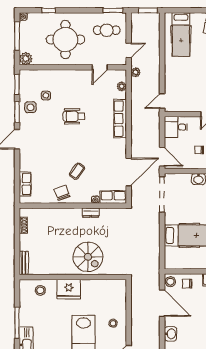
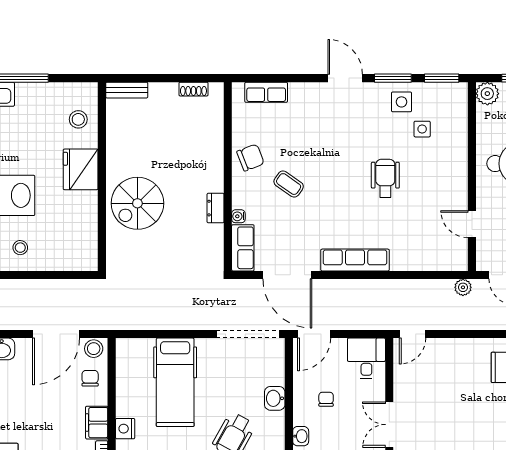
plant: (122, 86) -> (438, 263), removed
door: (162, 101) -> (413, 334), swing flipped
row of seats: (120, 119) -> (355, 260), moved

